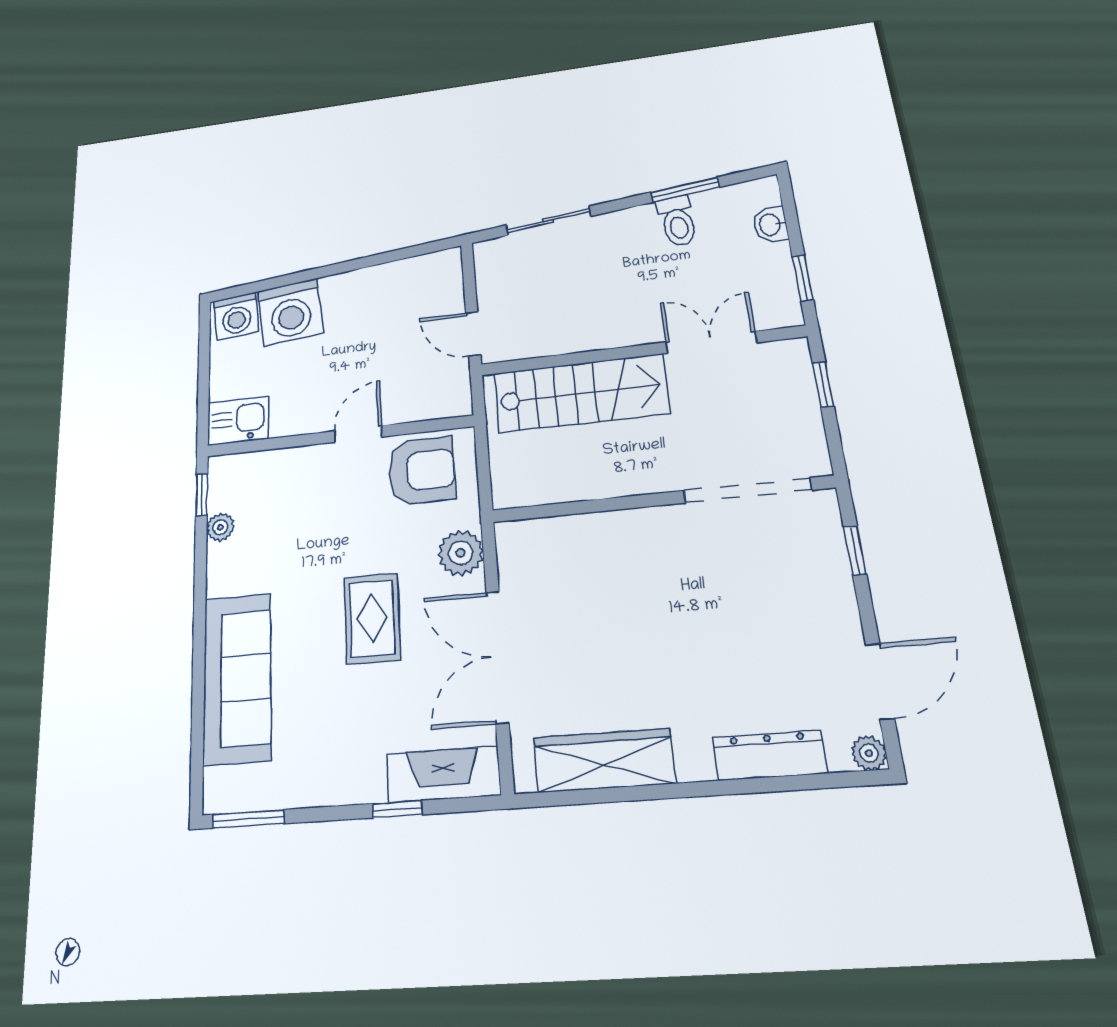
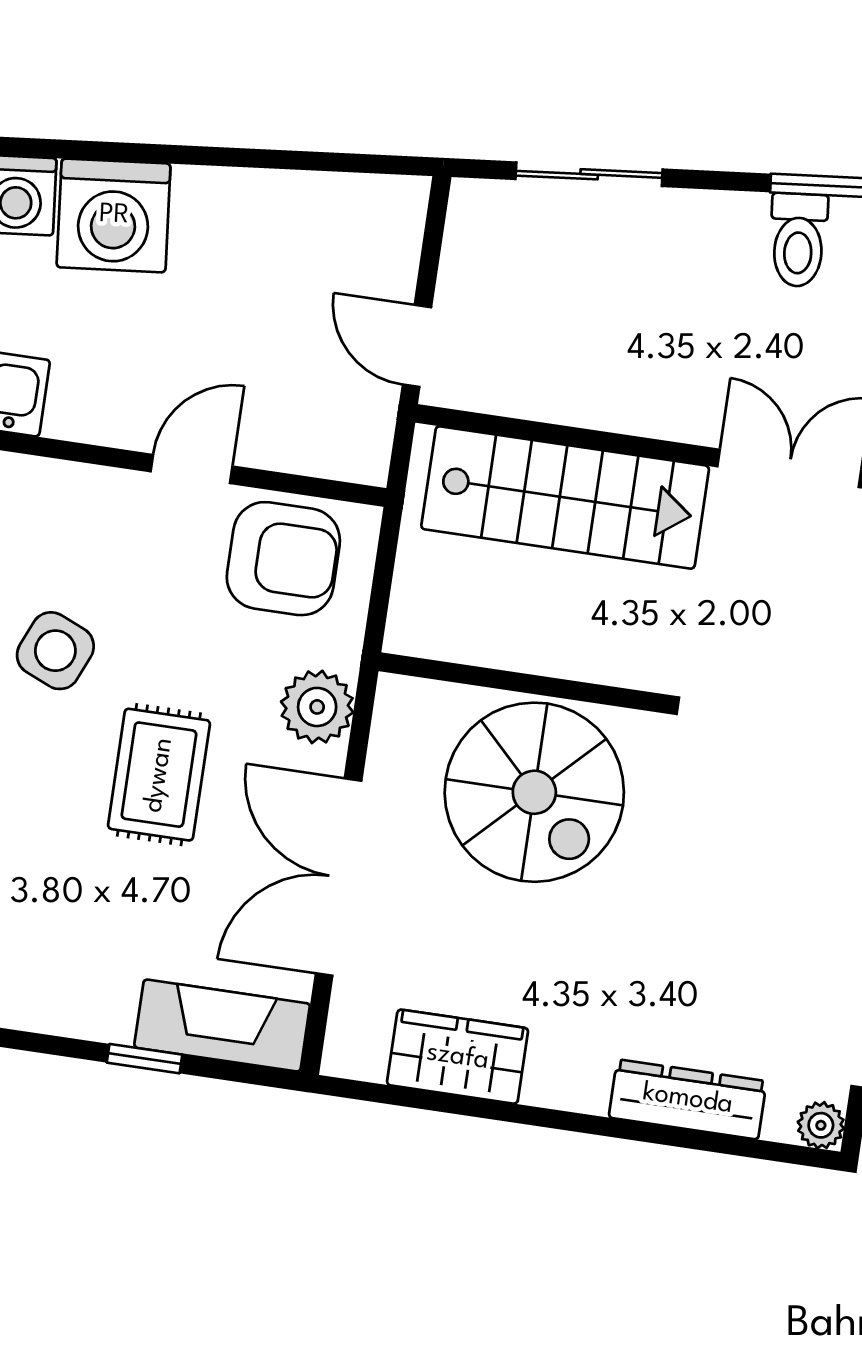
side table: (297, 558) -> (55, 651), added
spiral stairs: (609, 572) -> (534, 792), added
wardrobe: (604, 760) -> (458, 1057), width x0.67

